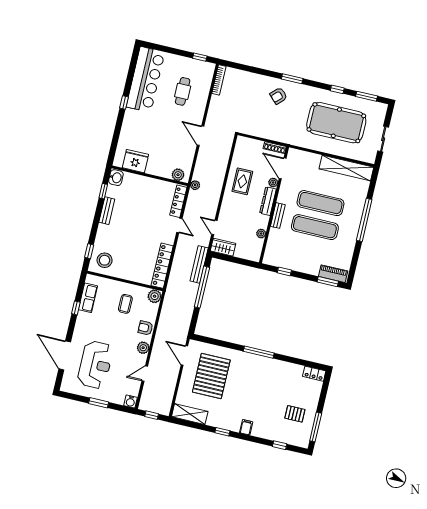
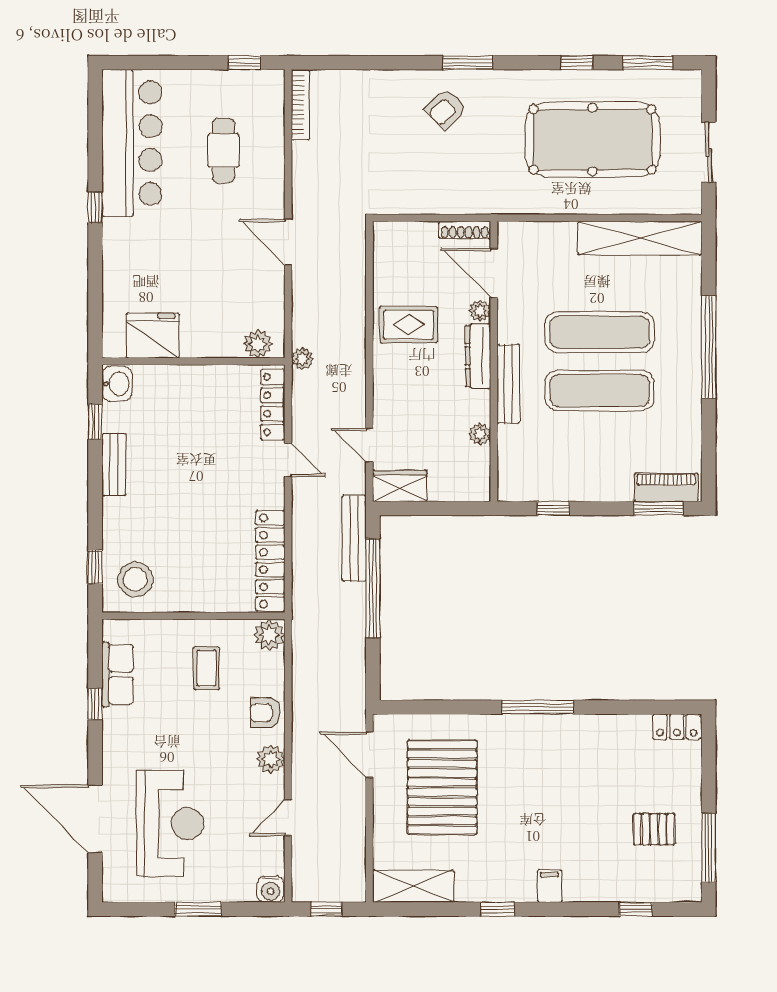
rug: (242, 181) -> (409, 325), turned 90
bench: (278, 215) -> (508, 384), width x1.36

